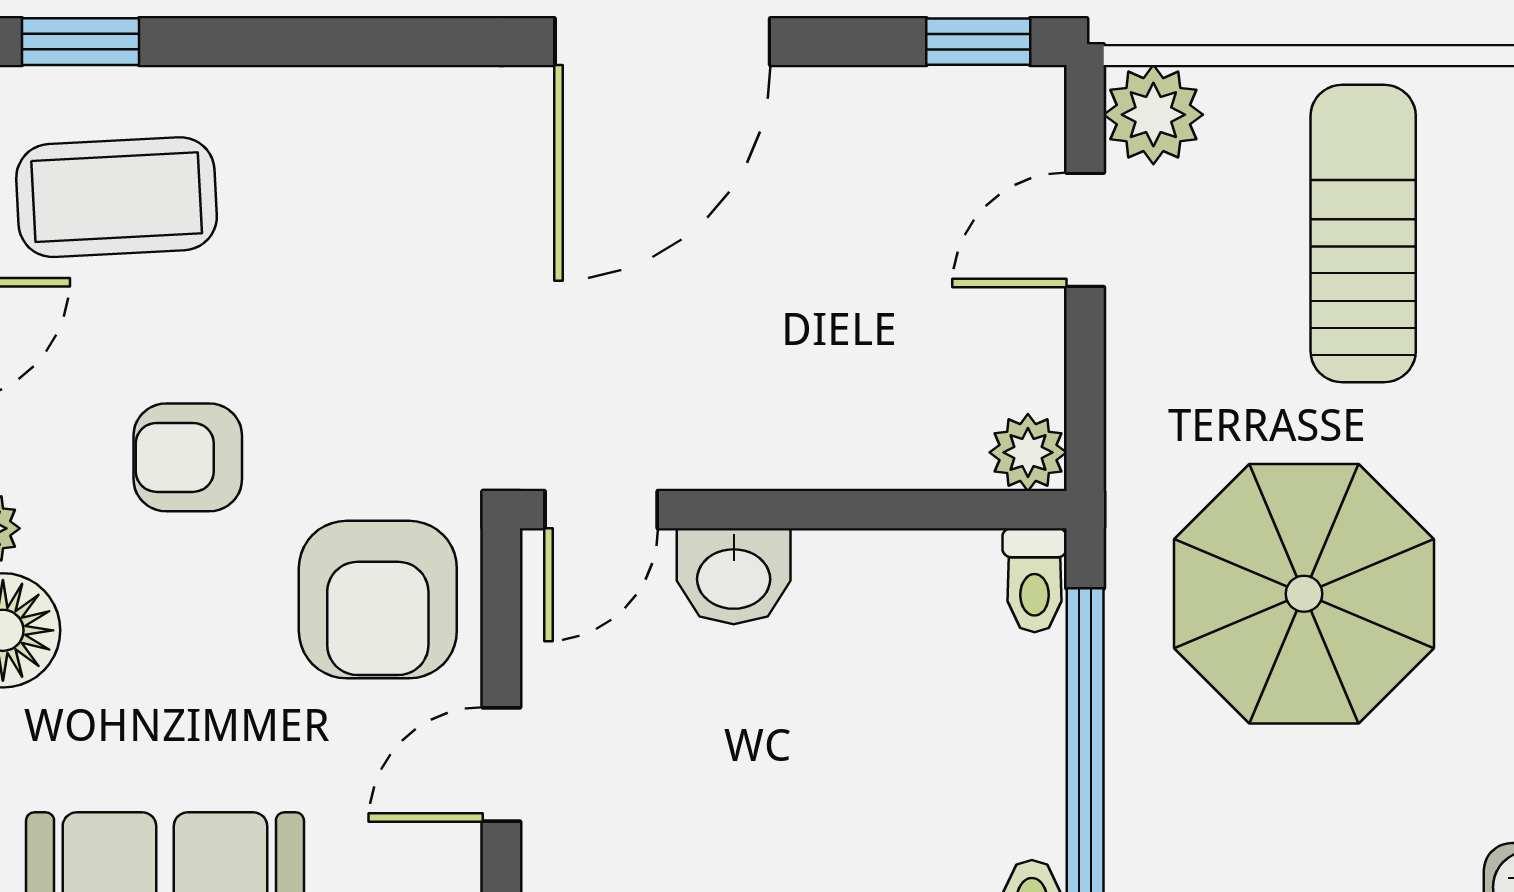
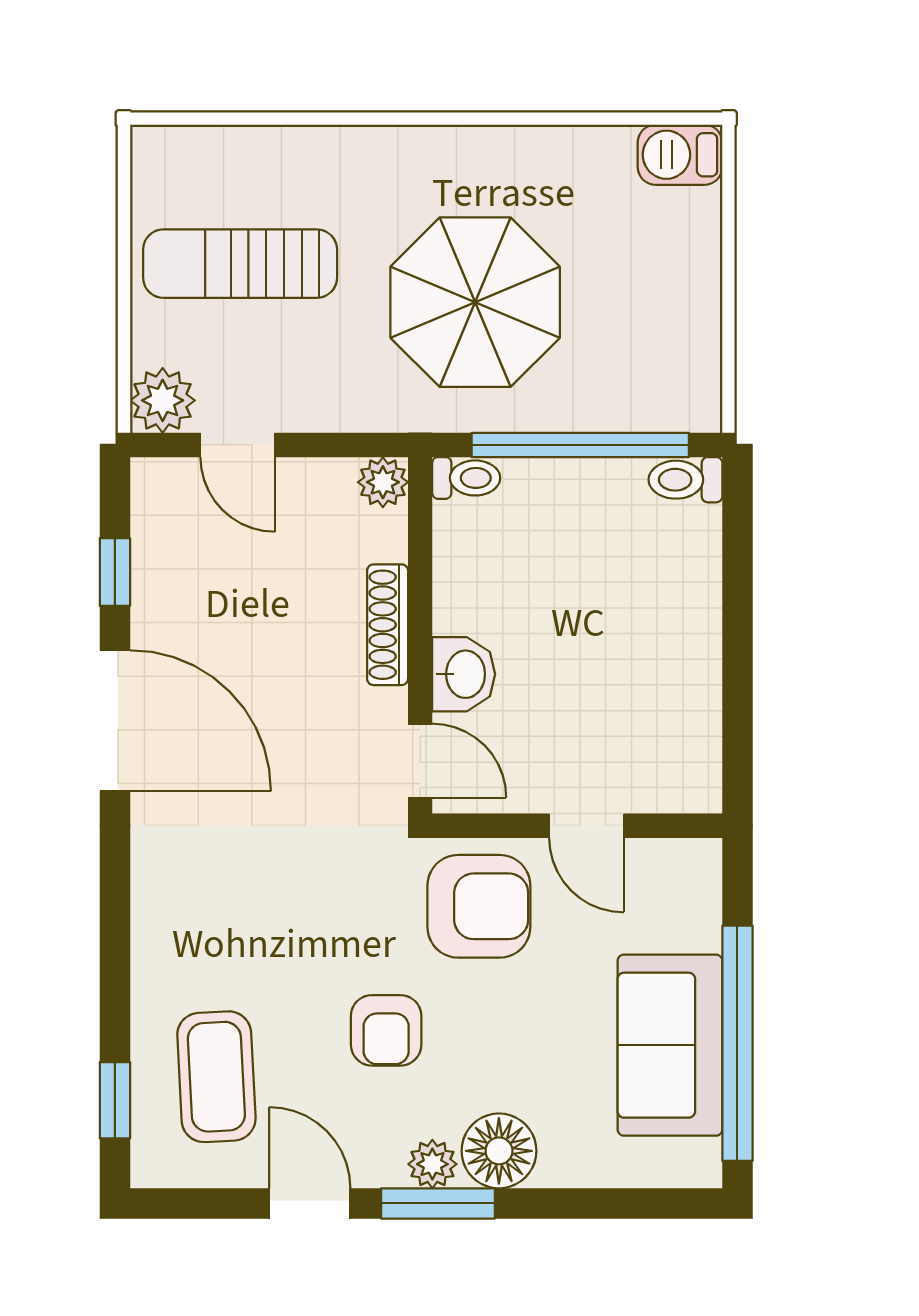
window: (978, 42) -> (115, 572), moved
shoe rack: (810, 460) -> (388, 625), added

